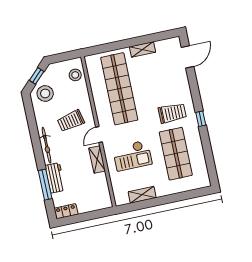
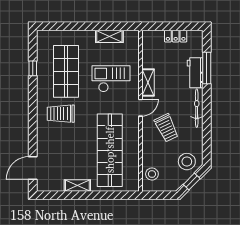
window: (201, 119) -> (33, 68), moved
trolley: (71, 121) -> (166, 128), turned 76
locker: (66, 211) -> (176, 36), moved

